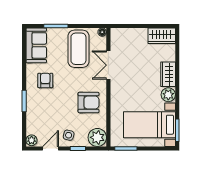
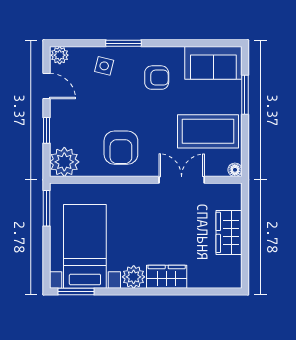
wardrobe: (162, 36) -> (229, 232), moved
side table: (69, 135) -> (104, 66), moved

